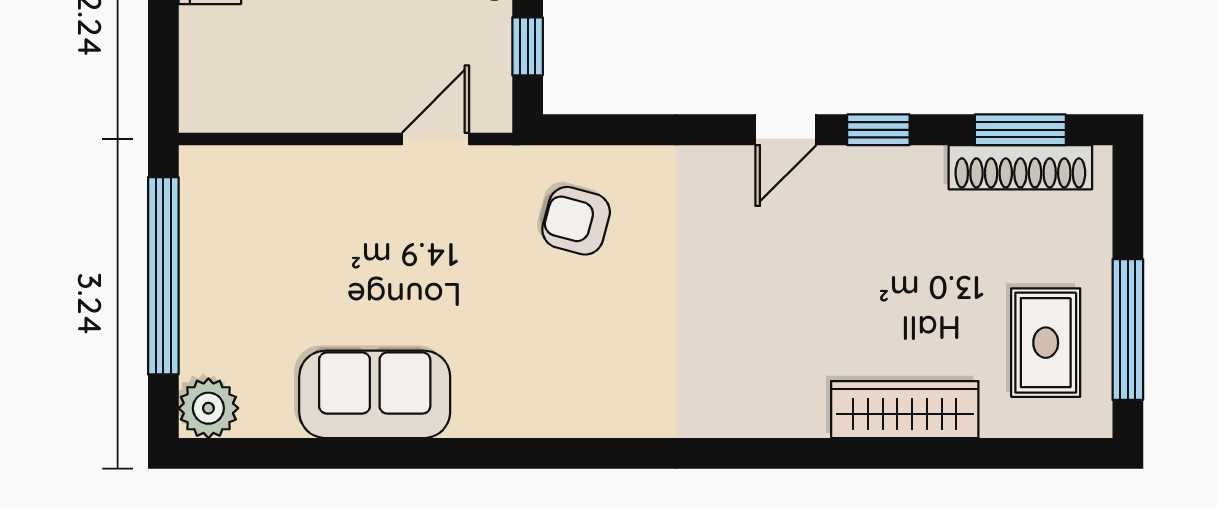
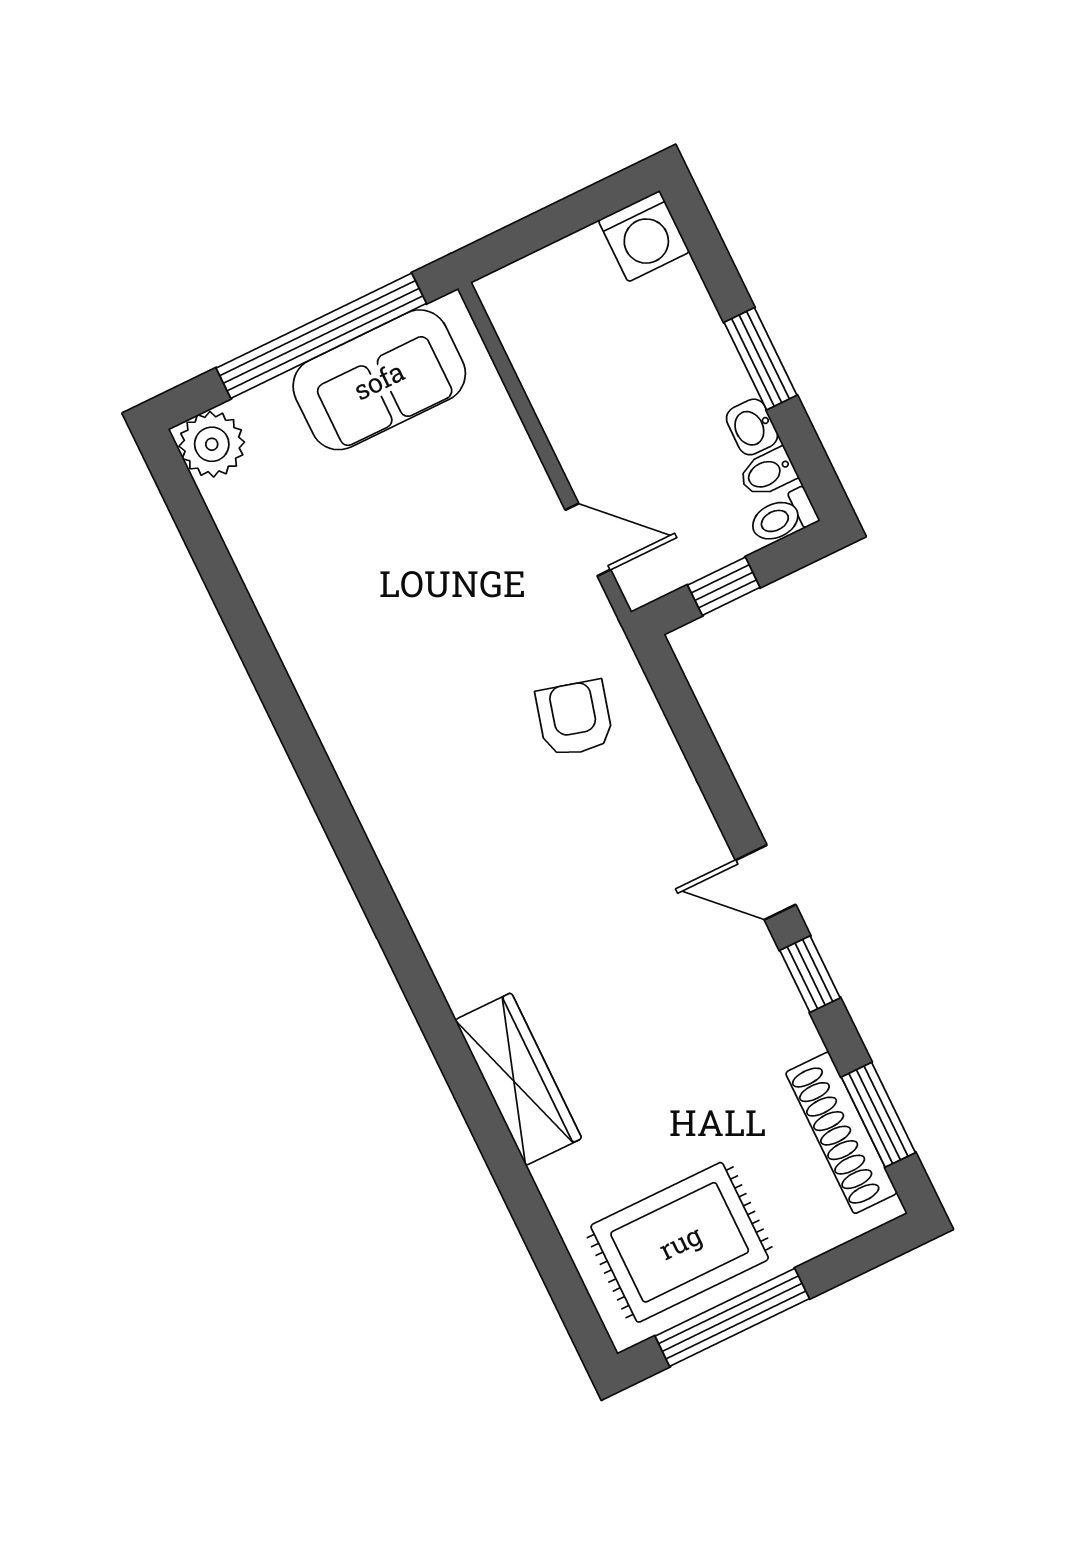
rug: (1046, 343) -> (680, 1242), width x1.36, depth x1.43
sofa: (375, 394) -> (379, 380), moved, turned 90
wardrobe: (905, 410) -> (518, 1079), moved

